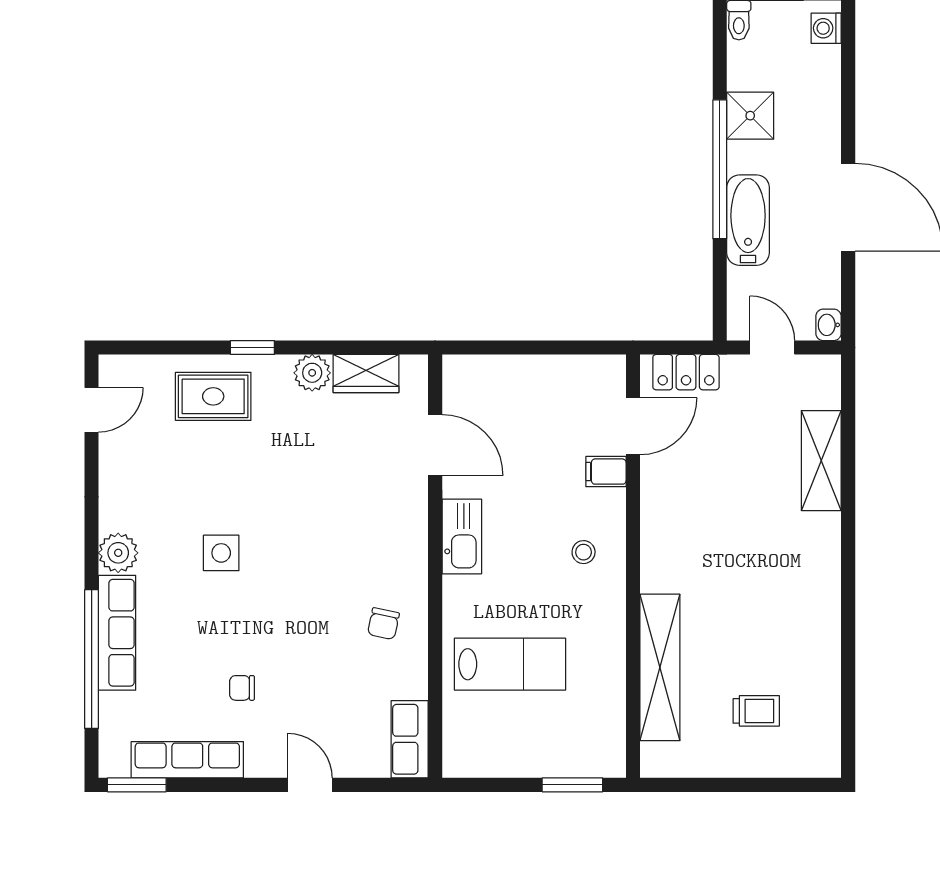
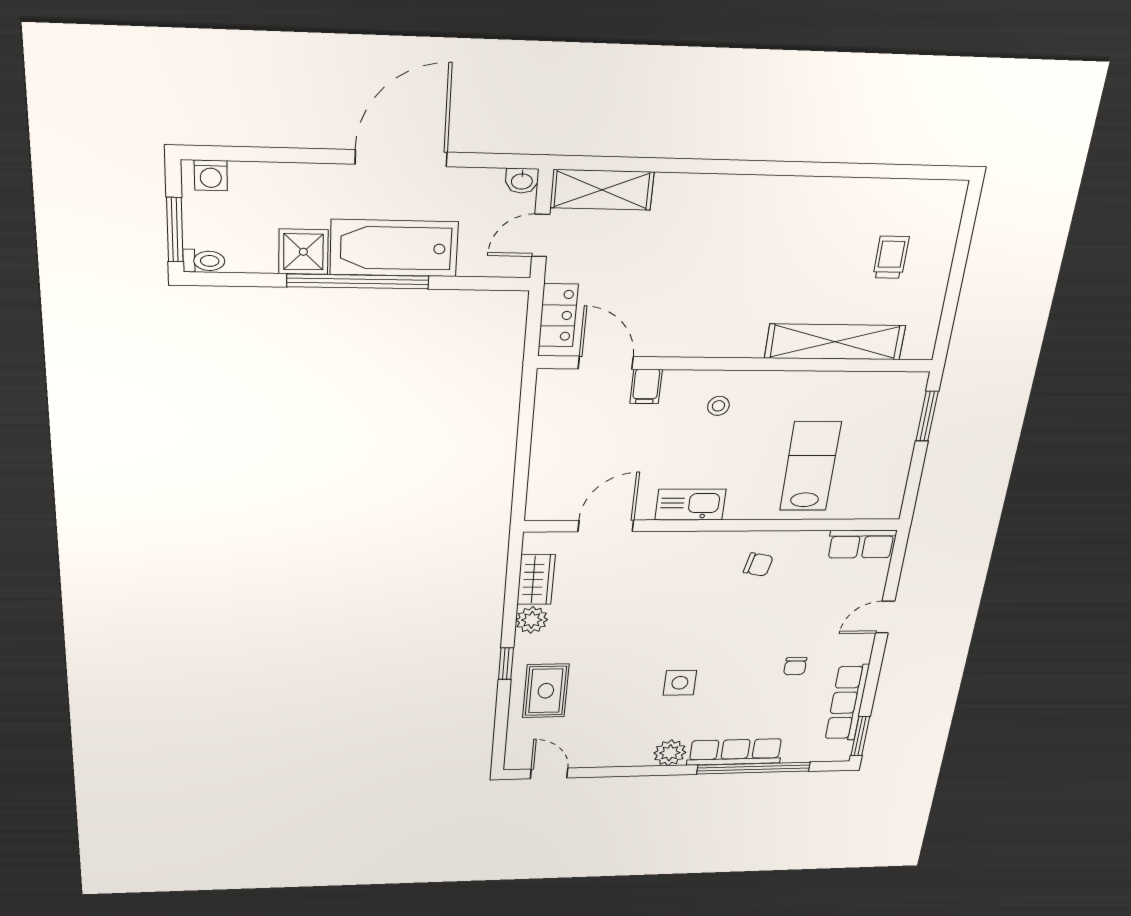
bathtub: (748, 220) -> (394, 248), width x1.36, depth x1.36
shelving: (821, 461) -> (602, 190), moved

